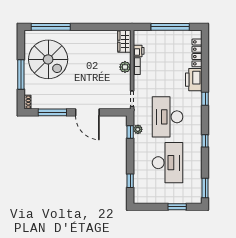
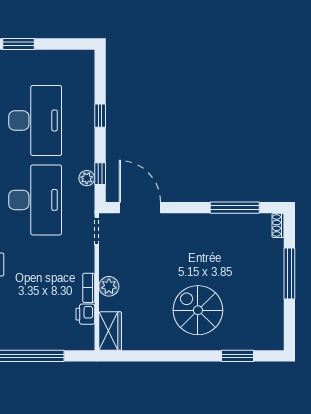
window: (51, 27) -> (237, 356), width x0.47
spiral stairs: (48, 59) -> (198, 310), moved, width x0.73, depth x0.73
door: (87, 112) -> (140, 208), moved
desk: (168, 163) -> (35, 120), turned 180
window: (130, 181) -> (100, 116), moved

